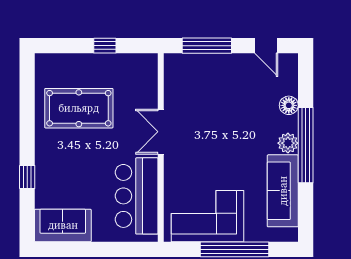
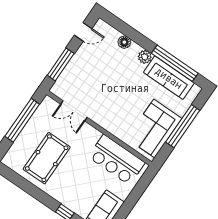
window: (105, 46) -> (22, 120), width x3.17
double door: (161, 132) -> (74, 111), moved
window: (306, 145) -> (175, 63), moved

